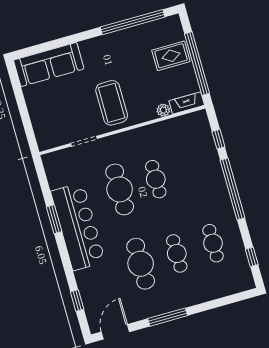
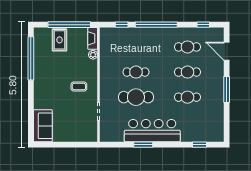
sofa: (49, 65) -> (43, 126), width x0.73
coffee table: (112, 103) -> (79, 87), width x0.54, depth x0.58
cafe table: (141, 264) -> (187, 97), width x0.73, depth x0.74
door: (115, 332) -> (227, 51), moved

